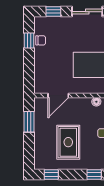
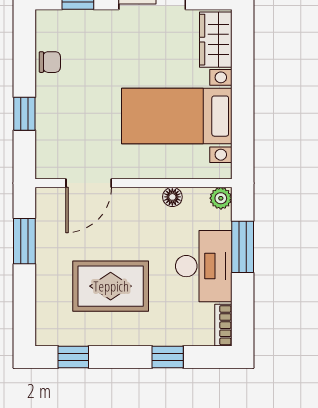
window: (29, 40) -> (24, 114), moved
rug: (68, 142) -> (111, 286), turned 90

